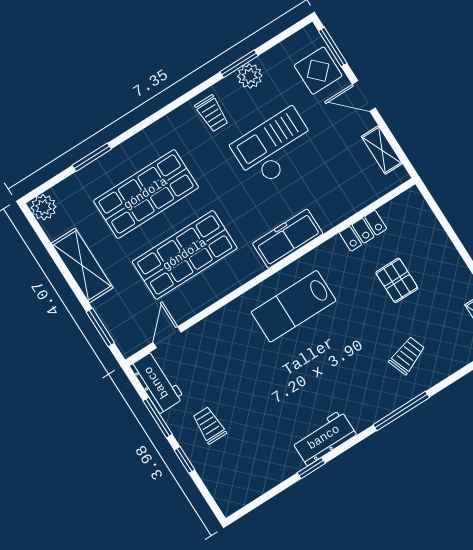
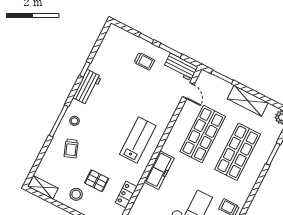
stool: (442, 278) -> (76, 194), added
stool: (376, 396) -> (74, 121), added

